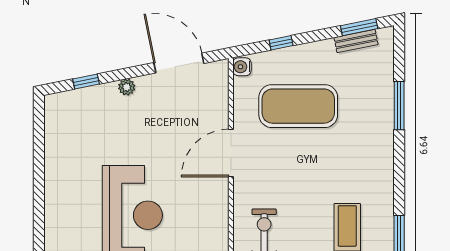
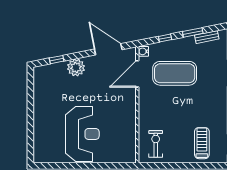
window: (359, 27) -> (193, 32), moved
plant: (127, 87) -> (76, 68), width x1.87, depth x1.87
door: (231, 153) -> (137, 74), moved

